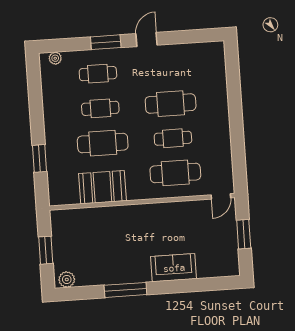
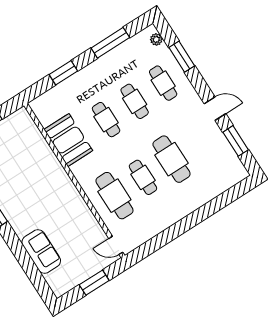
window: (186, 37) -> (236, 141), added
window: (106, 42) -> (182, 57), moved
window: (36, 101) -> (110, 43), added
cafe table: (103, 143) -> (106, 120), width x0.73, depth x0.74
sofa: (174, 268) -> (41, 251), moved

